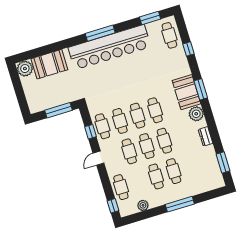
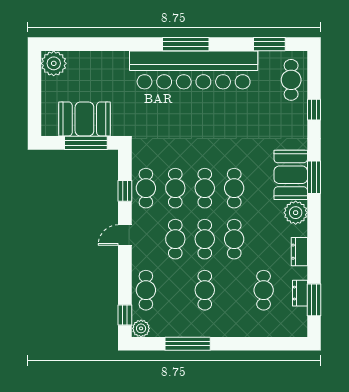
booth: (49, 64) -> (84, 119), moved
dresser: (213, 161) -> (300, 293), added
cafe table: (174, 171) -> (264, 290), moved
window: (180, 204) -> (188, 344), moved
plant: (143, 205) -> (141, 328), moved

